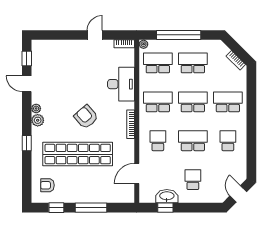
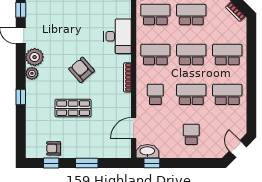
plant: (36, 108) -> (35, 57), width x1.88, depth x1.88
school desk: (228, 141) -> (227, 94), width x1.85
shop shelf: (78, 154) -> (73, 108), width x0.50, depth x0.74
armchair: (47, 185) -> (54, 148), moved
washbasin: (167, 196) -> (147, 151), moved
window: (91, 208) -> (87, 163), width x0.69
window: (165, 208) -> (152, 163), moved

